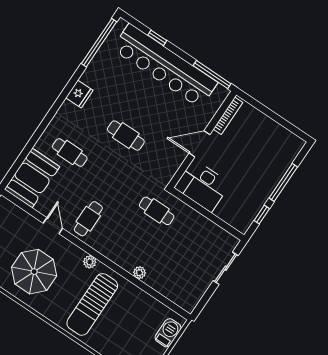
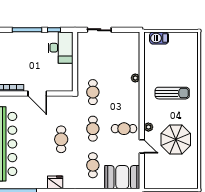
cafe table: (113, 182) -> (93, 129), added
desk: (202, 186) -> (60, 48), moved
door: (53, 226) -> (142, 146), swing flipped
plant: (90, 262) -> (148, 127), moved
sun lounger: (92, 304) -> (172, 93), width x0.73, depth x0.75

